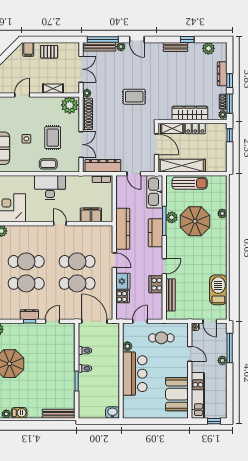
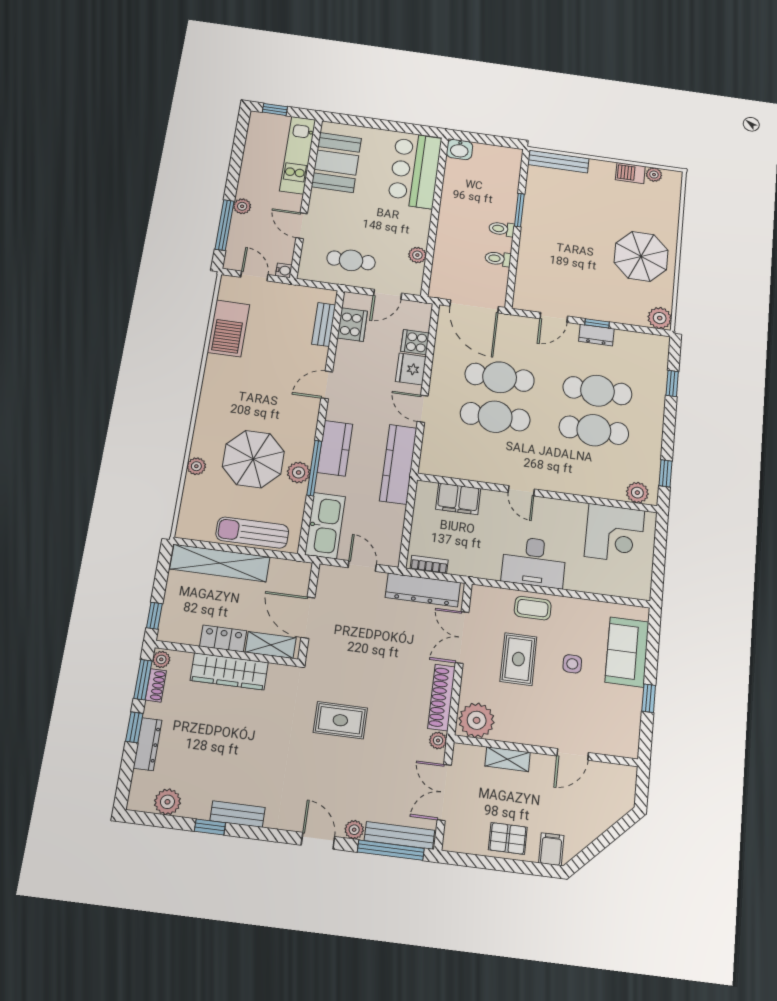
shelving: (182, 166) -> (220, 563), moved
cooker: (156, 284) -> (352, 325), moved
bench: (170, 295) -> (324, 324), width x0.73
bar counter: (135, 374) -> (415, 170), moved

